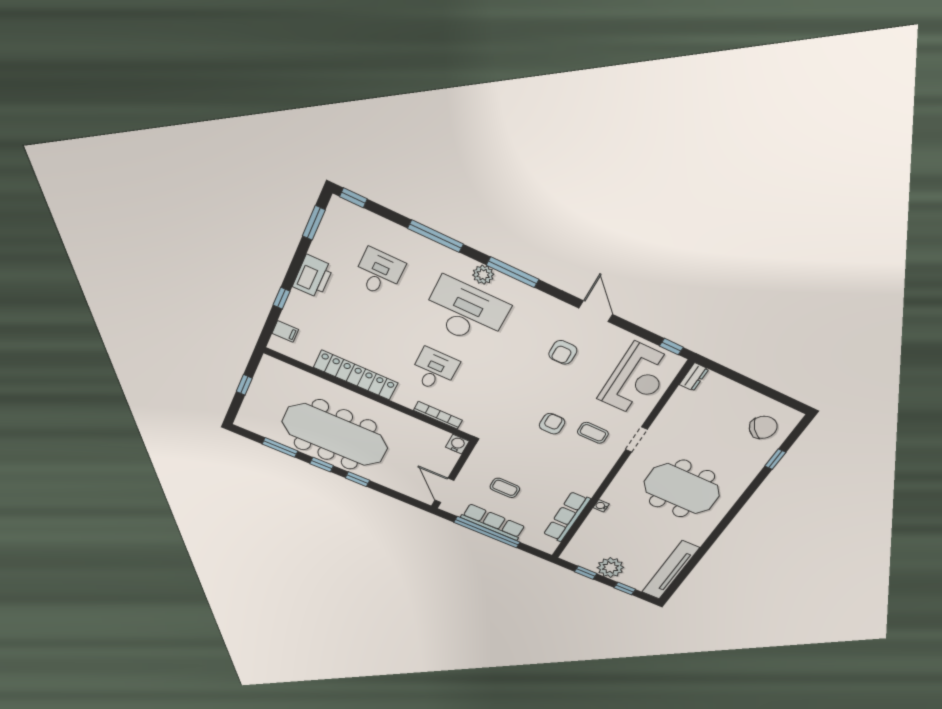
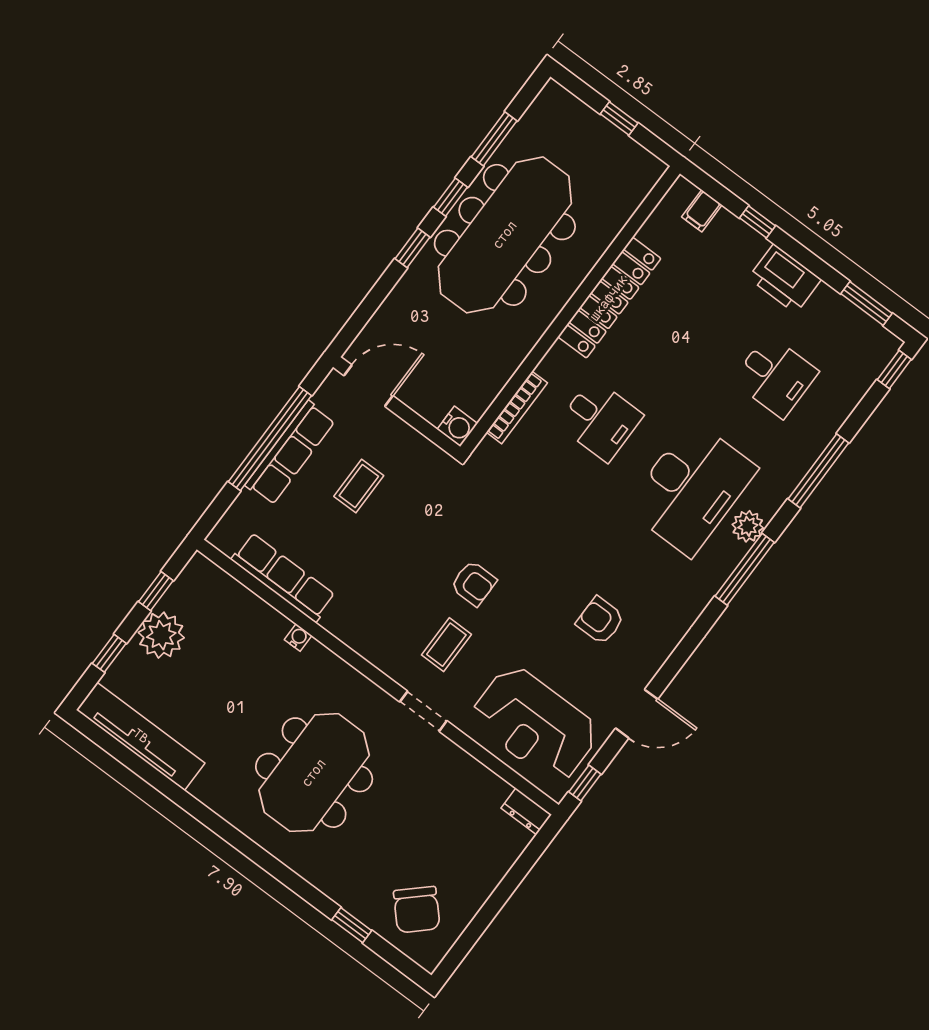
door: (596, 311) -> (637, 714), moved

